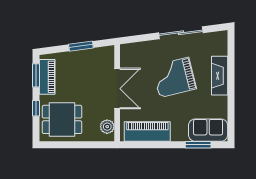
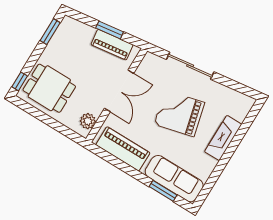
sliding door: (181, 33) -> (190, 66), moved
piano: (47, 77) -> (112, 45), moved, turned 82
window: (36, 108) -> (20, 81), moved
sofa: (208, 130) -> (174, 179), width x1.36

